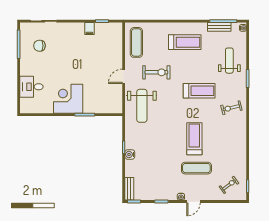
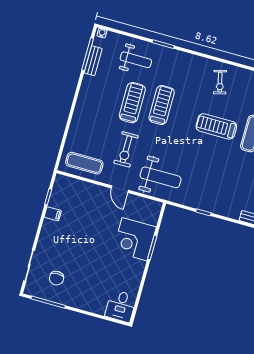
treadmill: (185, 42) -> (132, 103), moved
weight bench: (229, 61) -> (136, 60), turned 180
exercise bike: (156, 72) -> (126, 149), turned 180
desk: (31, 87) -> (121, 306), moved
corner desk: (68, 99) -> (134, 239), moved
exercise bike: (231, 108) -> (220, 82), moved
water cooler: (130, 154) -> (214, 207), removed

